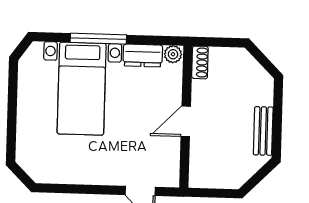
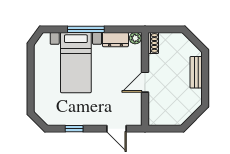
bench: (263, 131) -> (196, 72), moved
window: (76, 189) -> (74, 129), added

